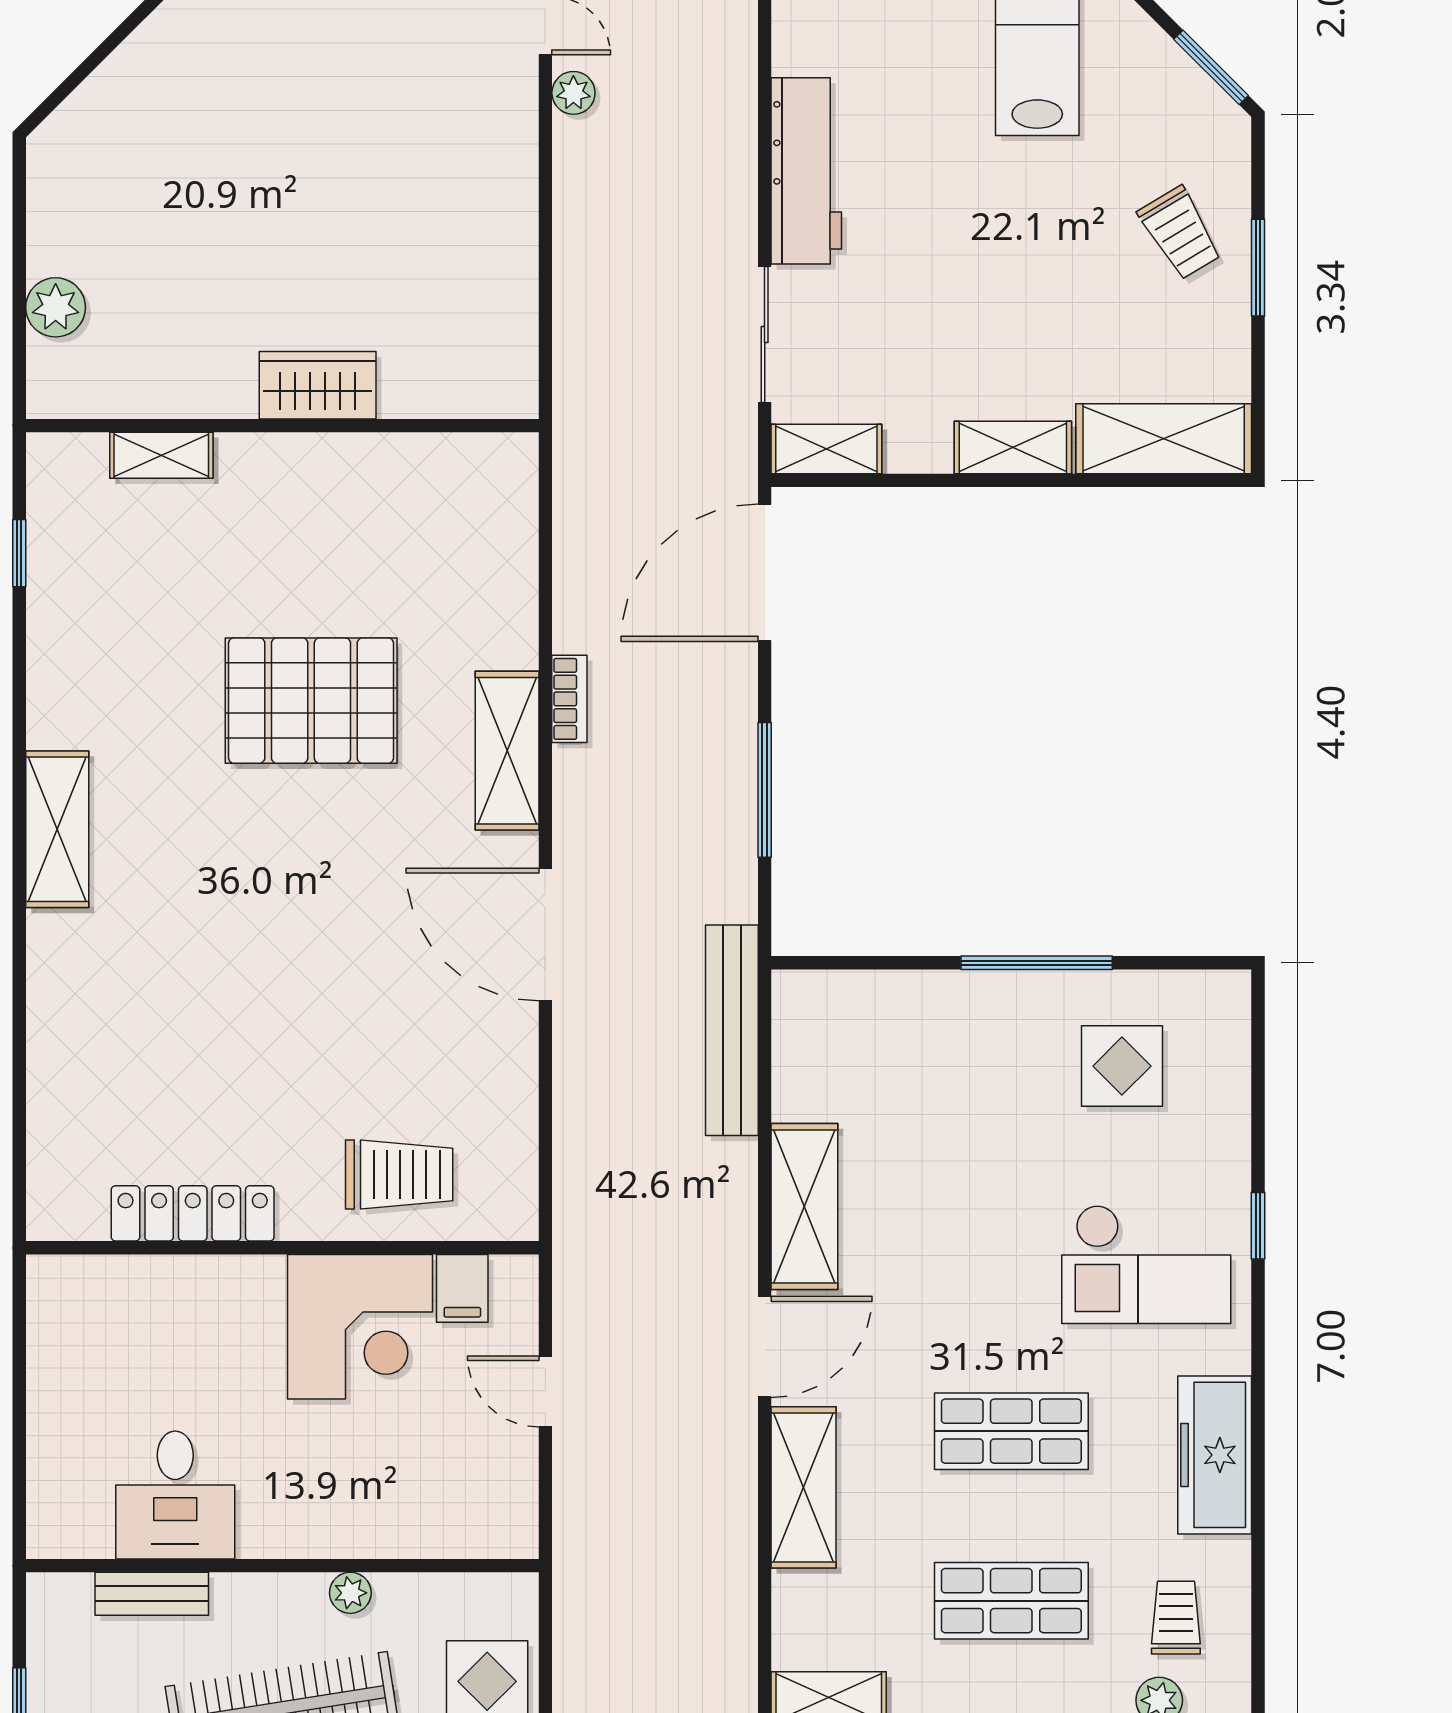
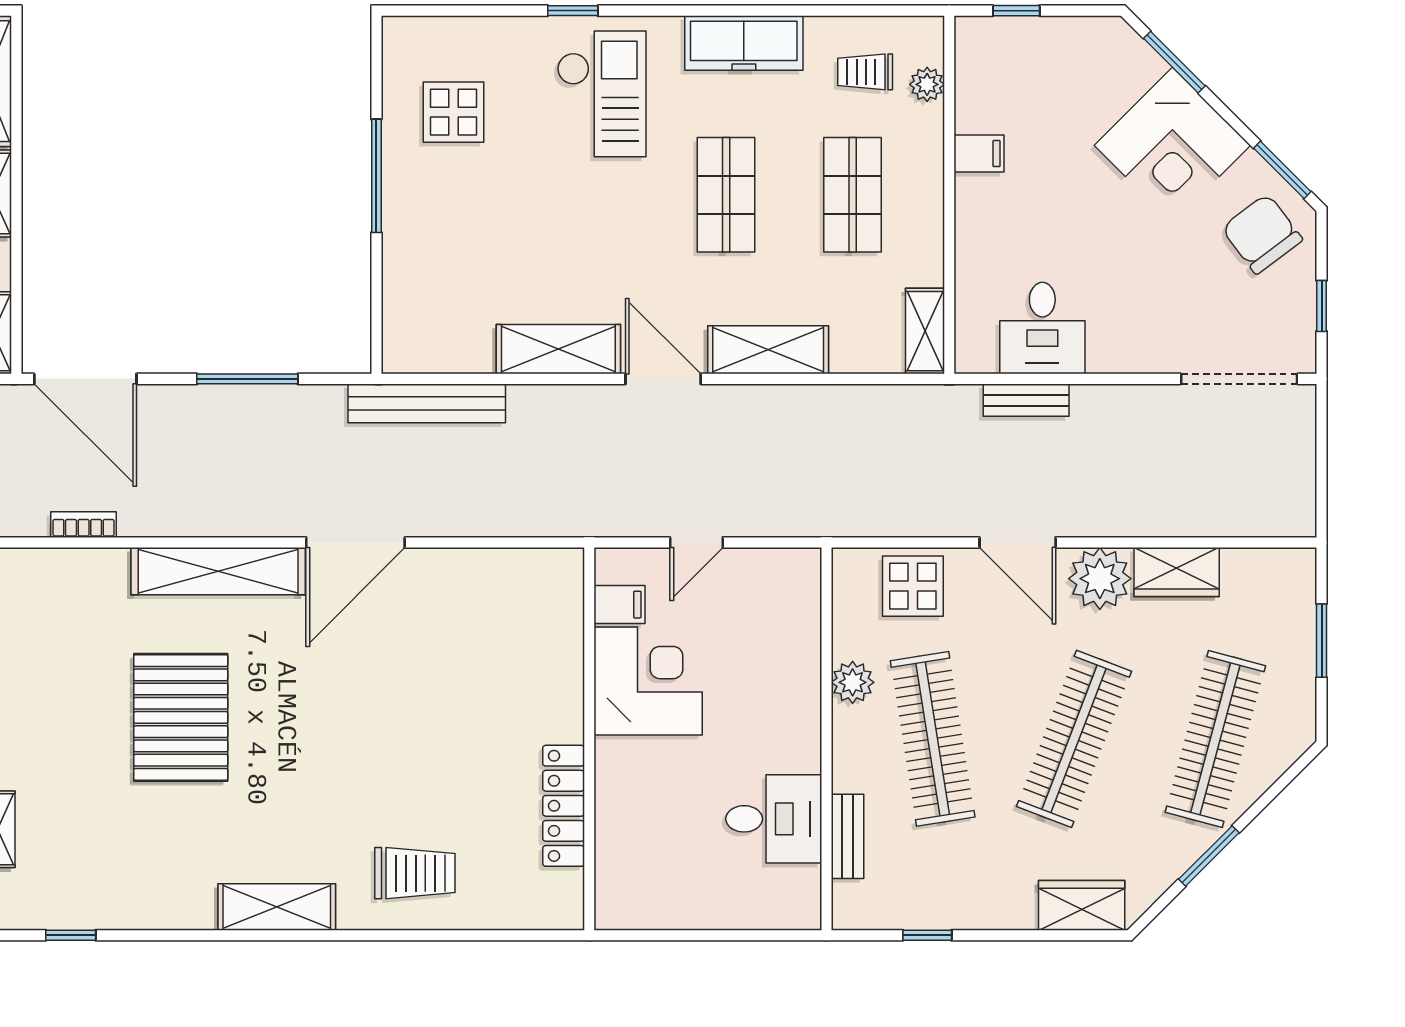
bookcase: (569, 699) -> (84, 525), moved
shelving: (507, 751) -> (218, 571), width x1.47
trolley: (399, 1175) -> (415, 873), moved, turned 90
plant: (350, 1593) -> (853, 682), width x1.38, depth x1.38

